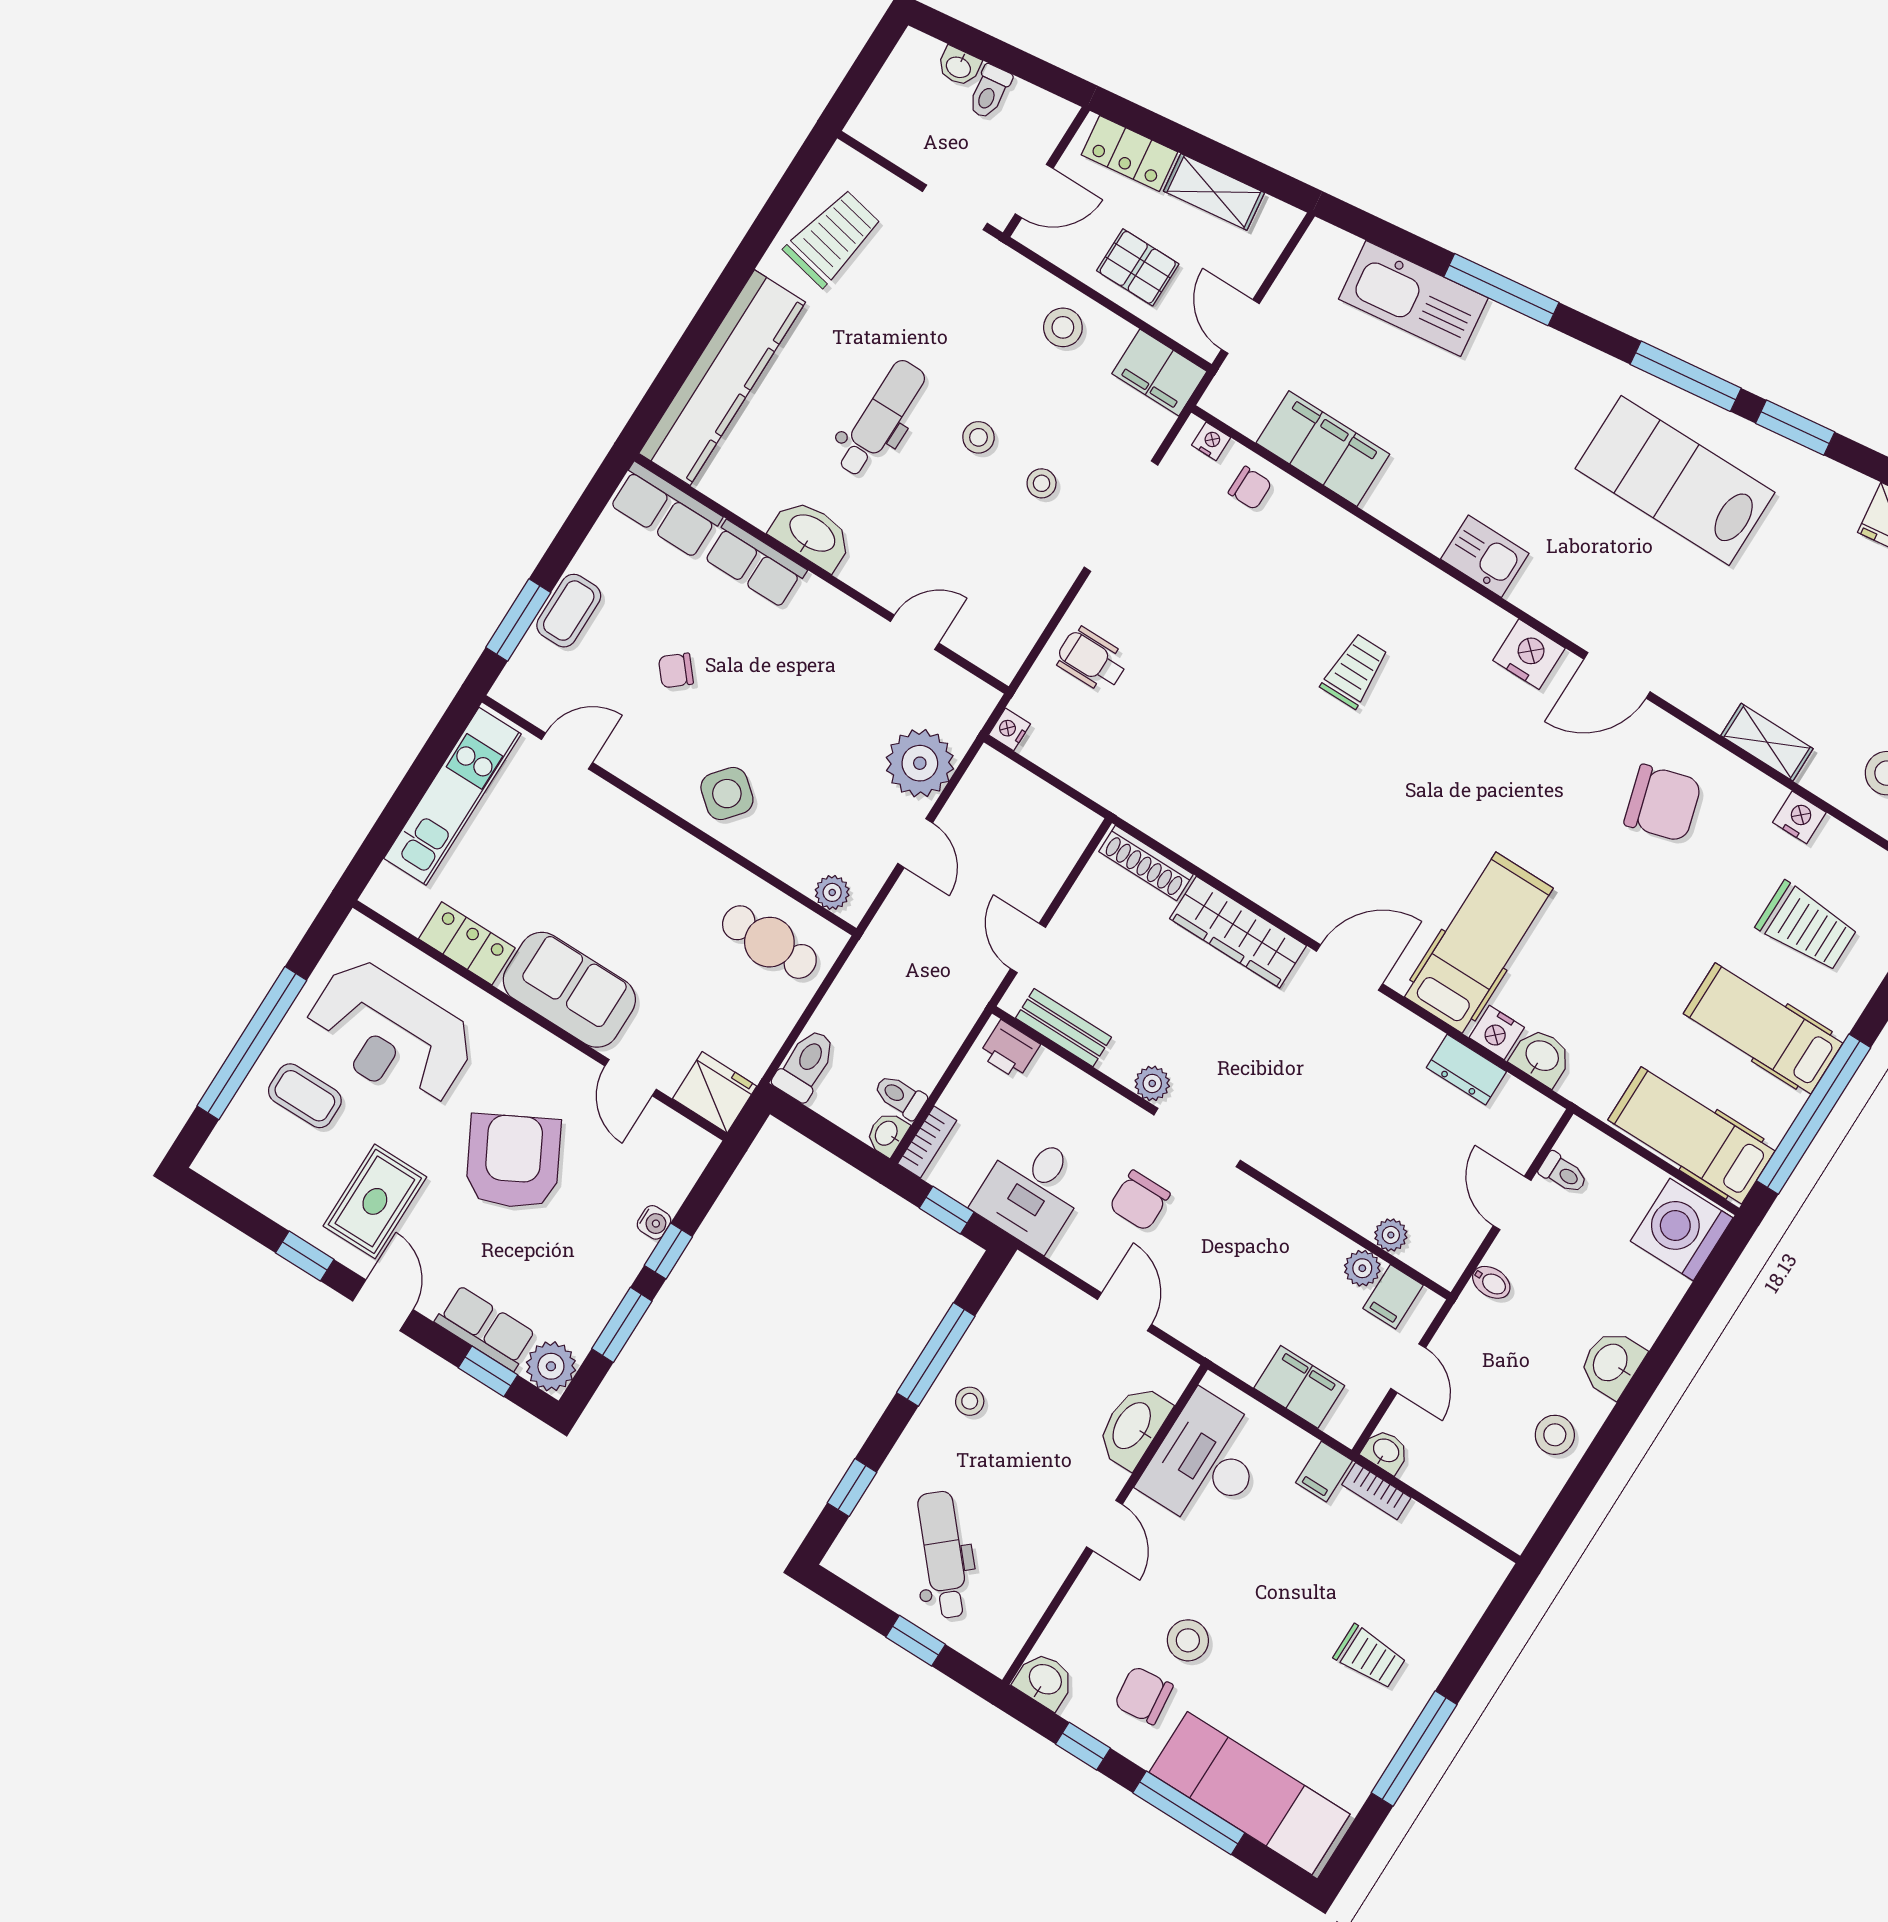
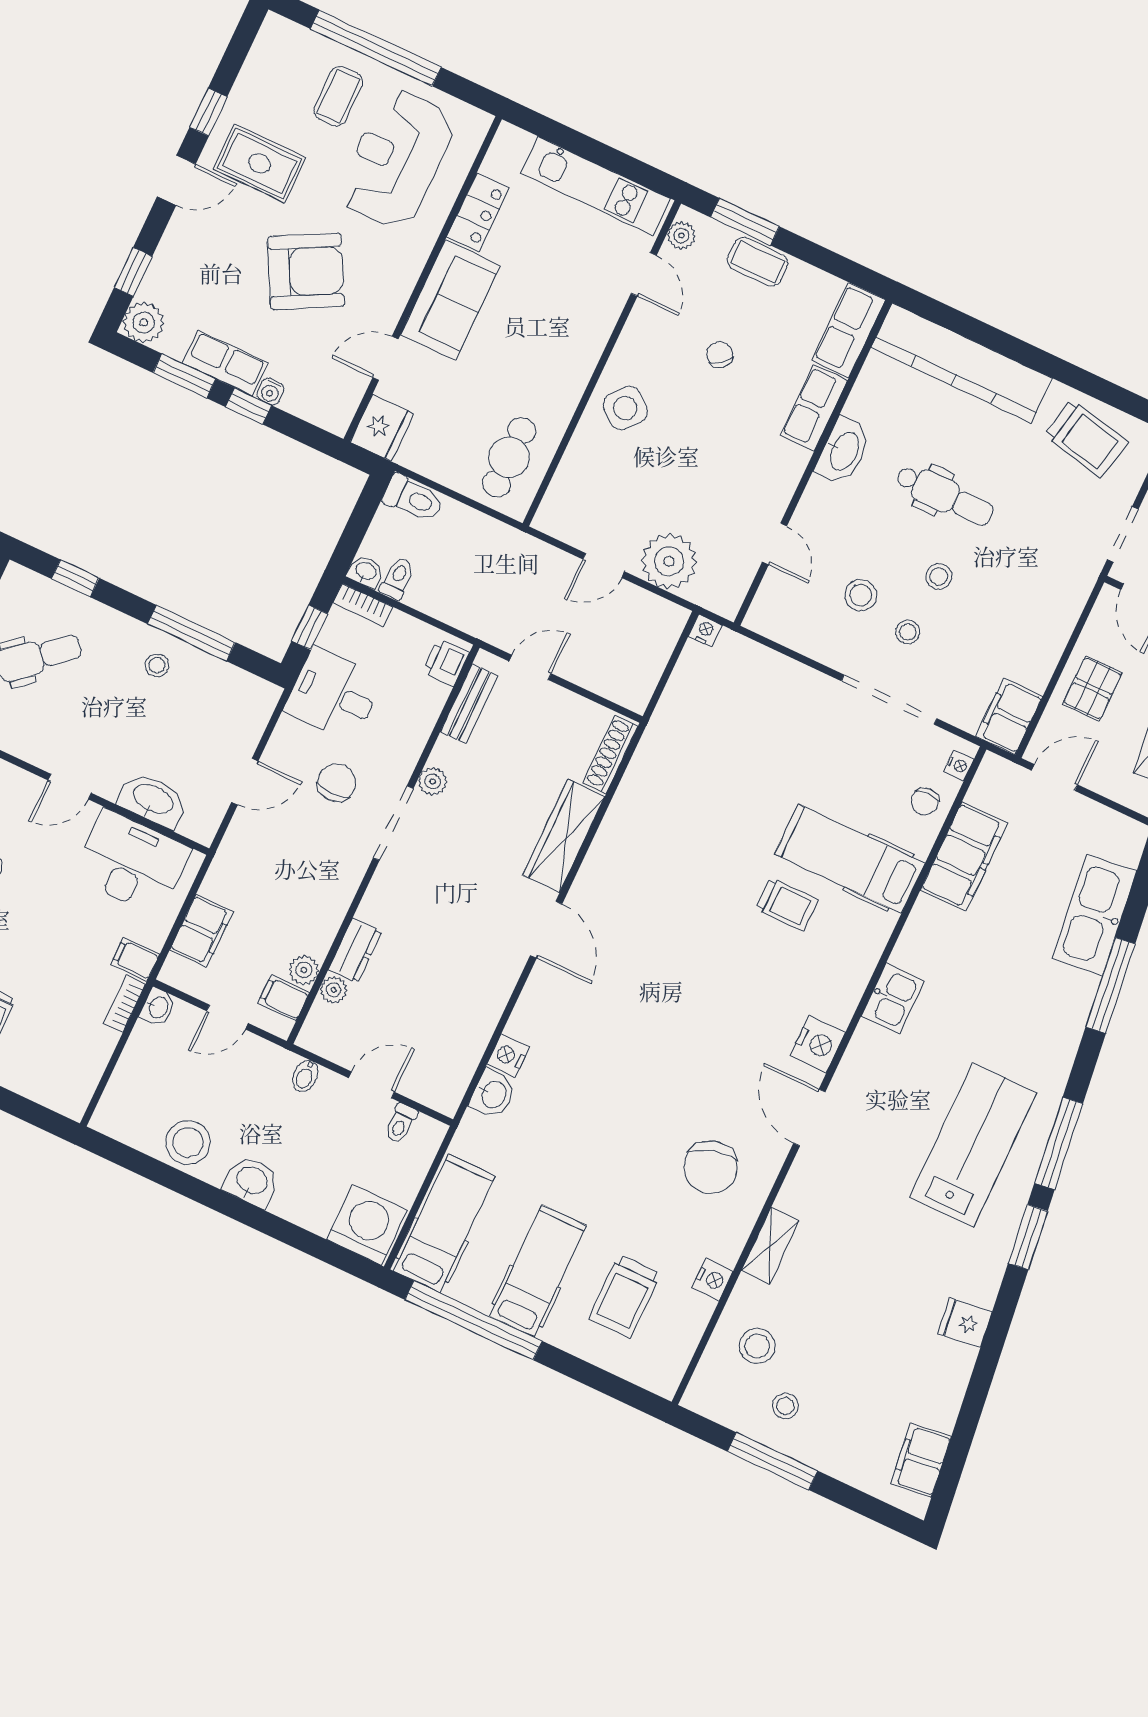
stool: (1063, 327) -> (861, 595), moved
wheelchair: (1092, 660) -> (770, 690), removed
plant: (832, 892) -> (681, 236), moved
hospital bed: (1479, 943) -> (850, 859), moved, turned 180
dresser: (1466, 1070) -> (355, 950), moved, turned 180
chair: (1140, 1201) -> (336, 783), turned 90
row of seats: (486, 1328) -> (225, 363), moved, turned -90
stool: (1555, 1435) -> (188, 1143), width x1.38, depth x1.38

